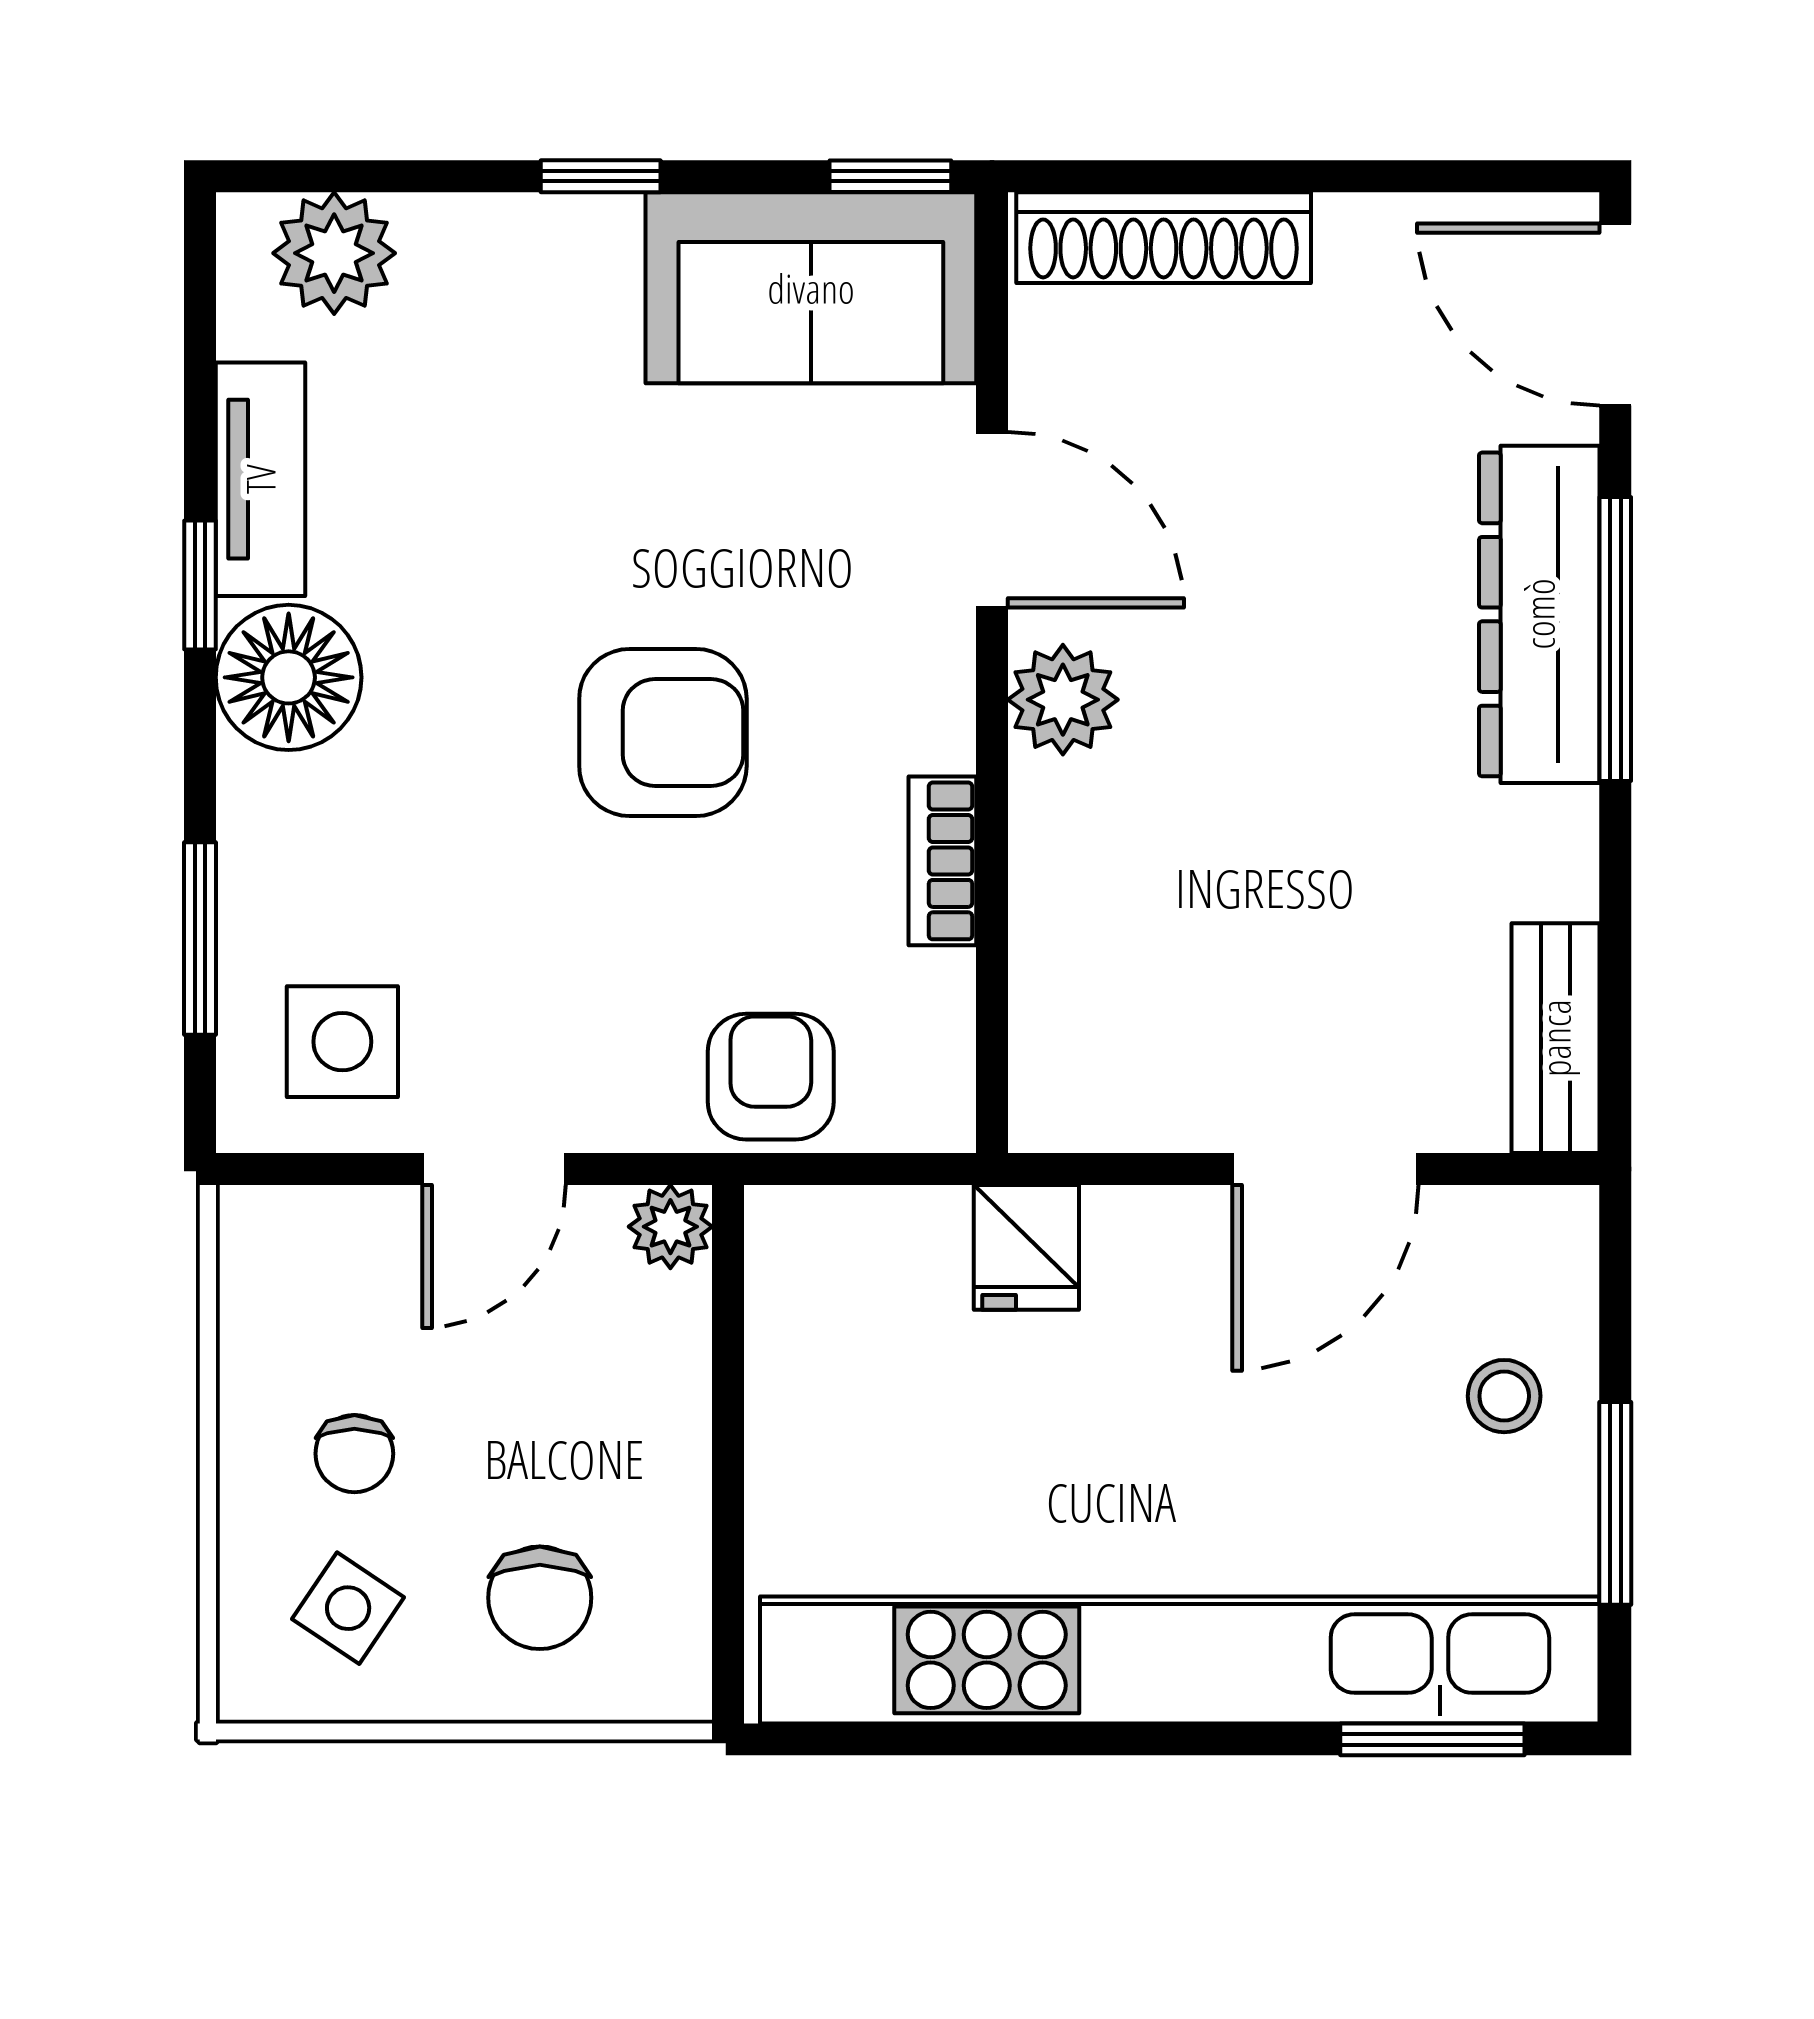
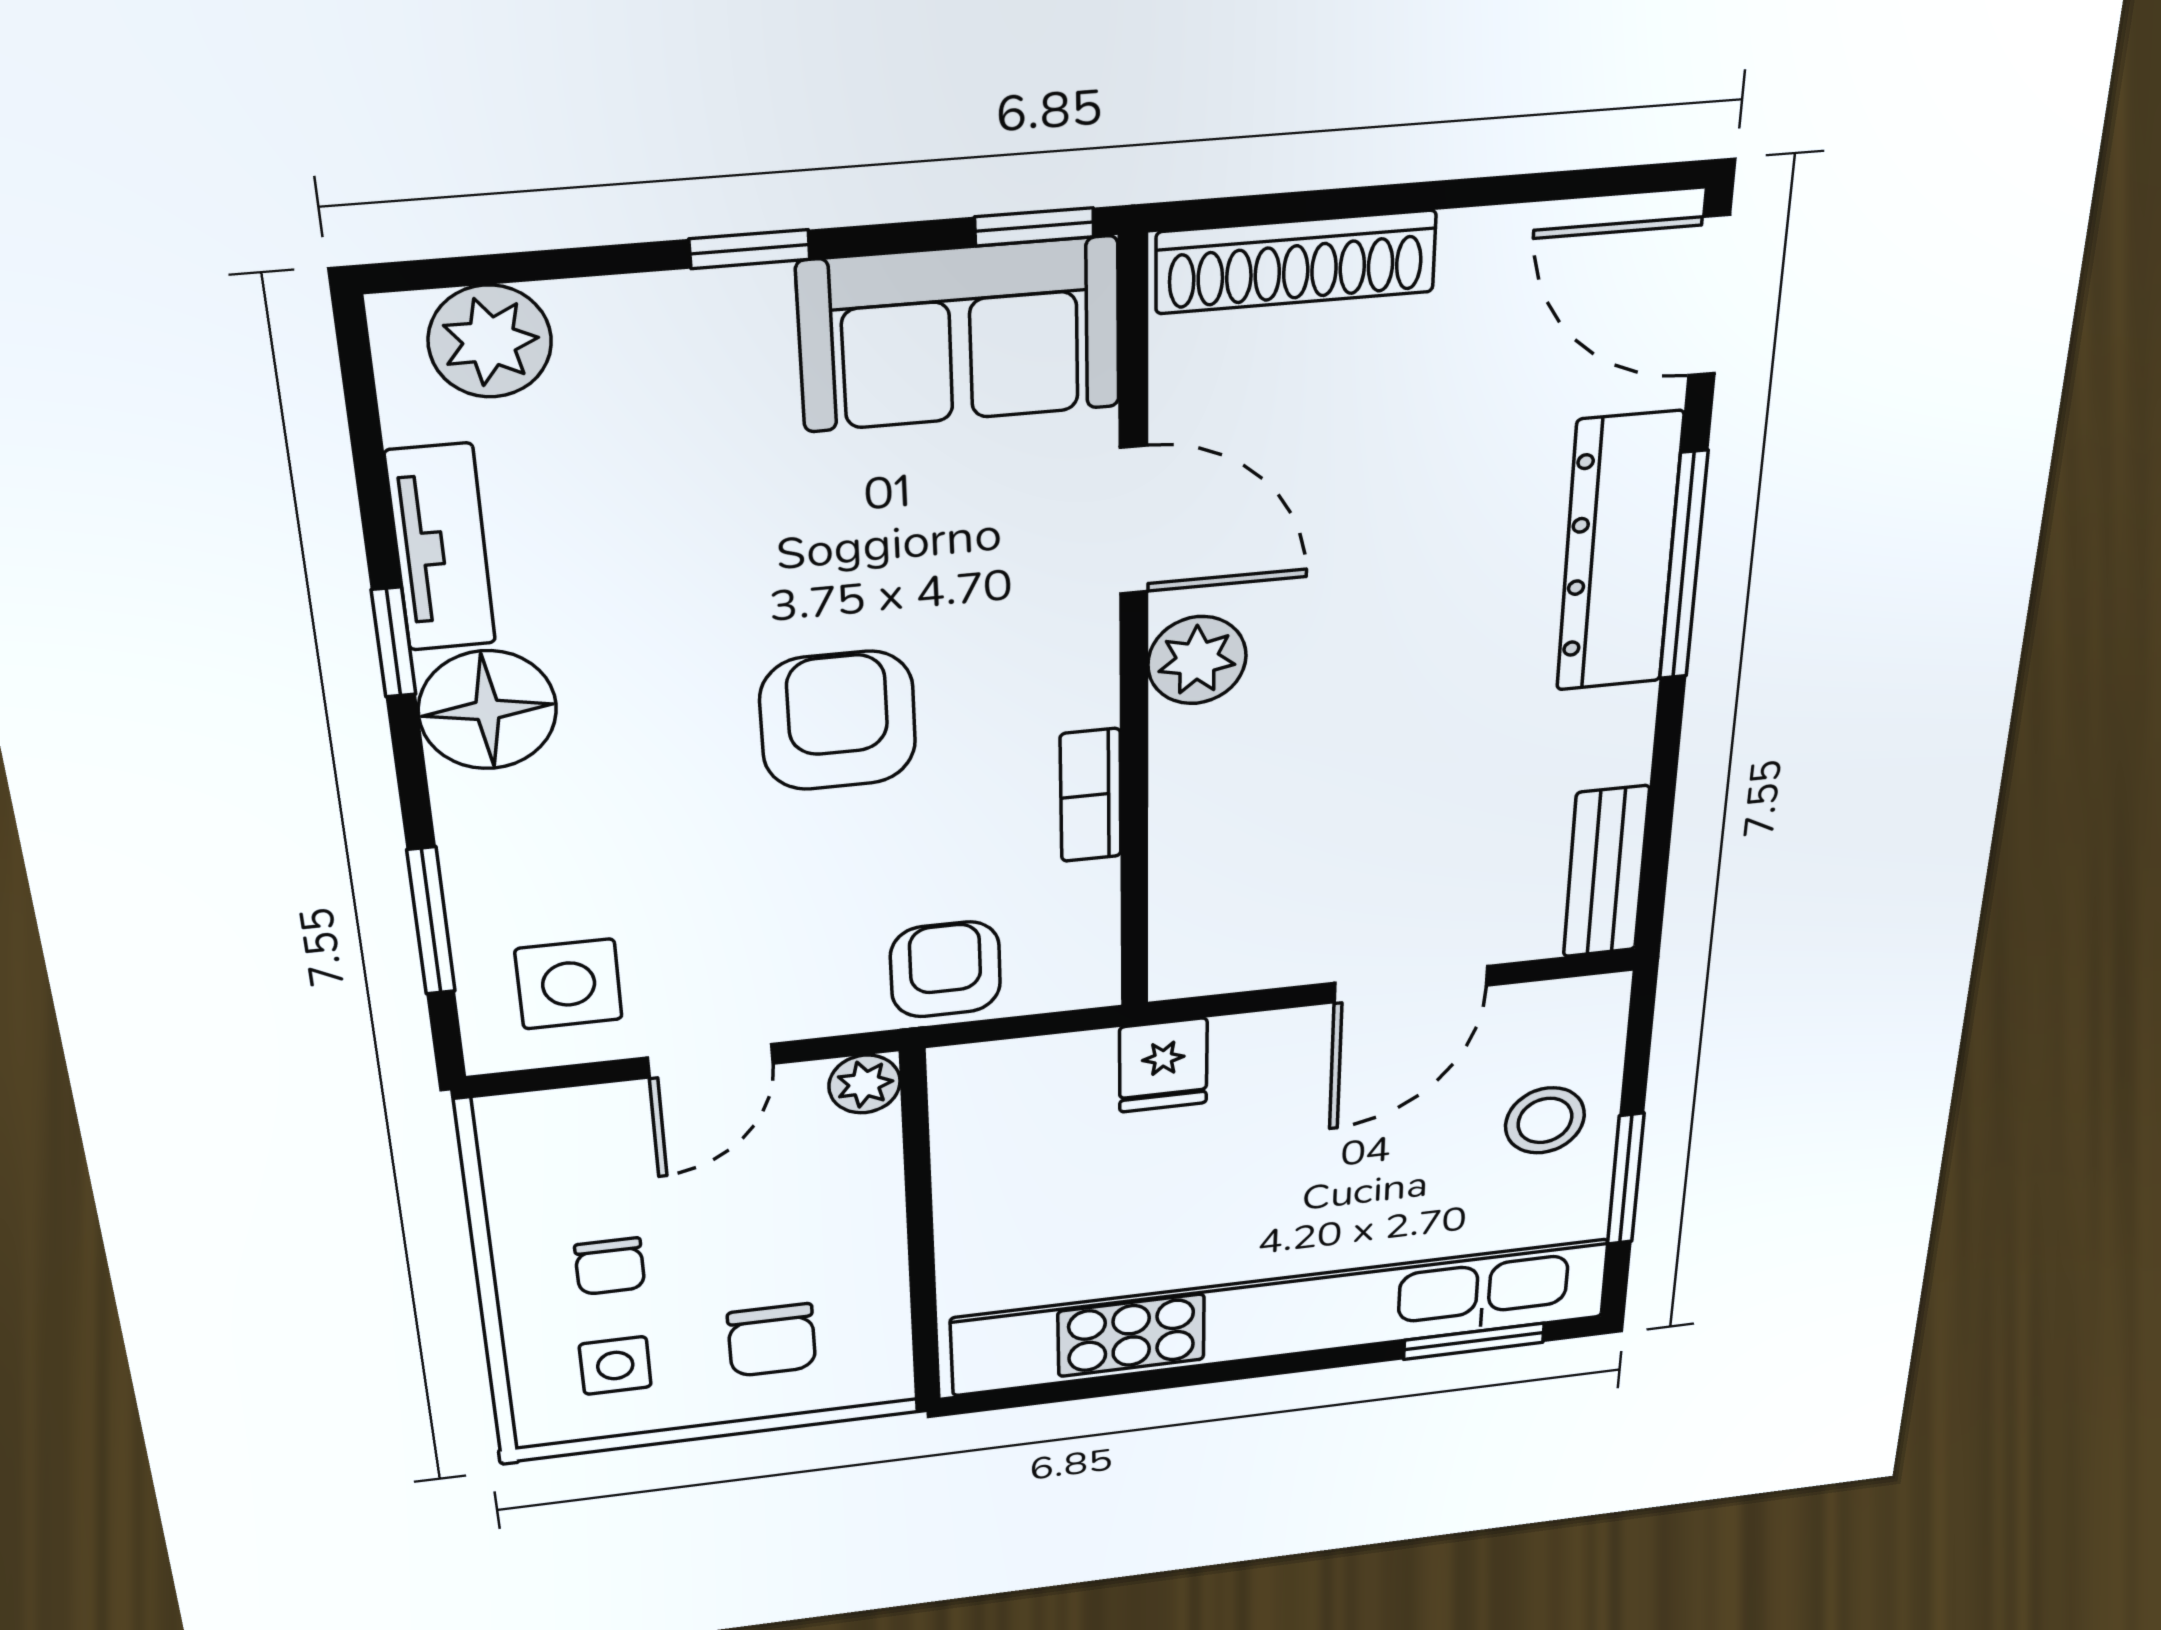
armchair: (663, 732) -> (838, 721), turned -90
stool: (1504, 1396) -> (1545, 1120), width x1.37, depth x1.37
side table: (348, 1608) -> (615, 1366), turned -34

